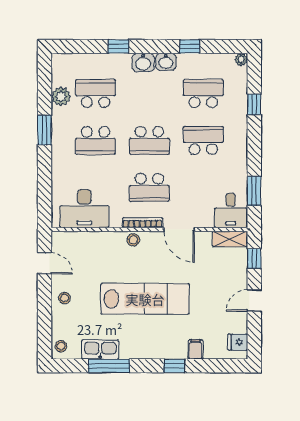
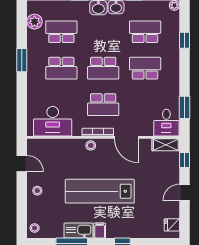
plant: (61, 96) -> (35, 22), moved
lab bench: (145, 299) -> (100, 191), turned 180
kitchen sink: (100, 349) -> (79, 231), moved
filing cabinet: (195, 349) -> (100, 231), moved

